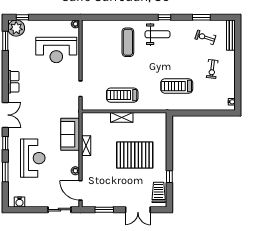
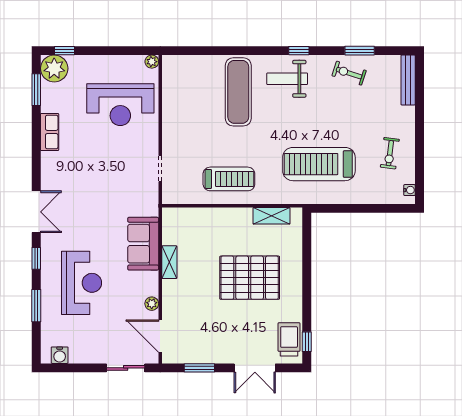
weight bench: (157, 34) -> (287, 79), turned 180
exercise bike: (205, 37) -> (349, 73), moved
exercise mat: (128, 42) -> (238, 92), width x1.36, depth x1.45
exercise bike: (212, 69) -> (390, 153), moved
row of seats: (13, 82) -> (50, 132), moved
treadmill: (177, 86) -> (319, 164), width x1.37, depth x1.38
treadmill: (122, 95) -> (229, 179), turned 180
shelving: (122, 117) -> (271, 216), moved
window: (169, 177) -> (307, 342), moved

